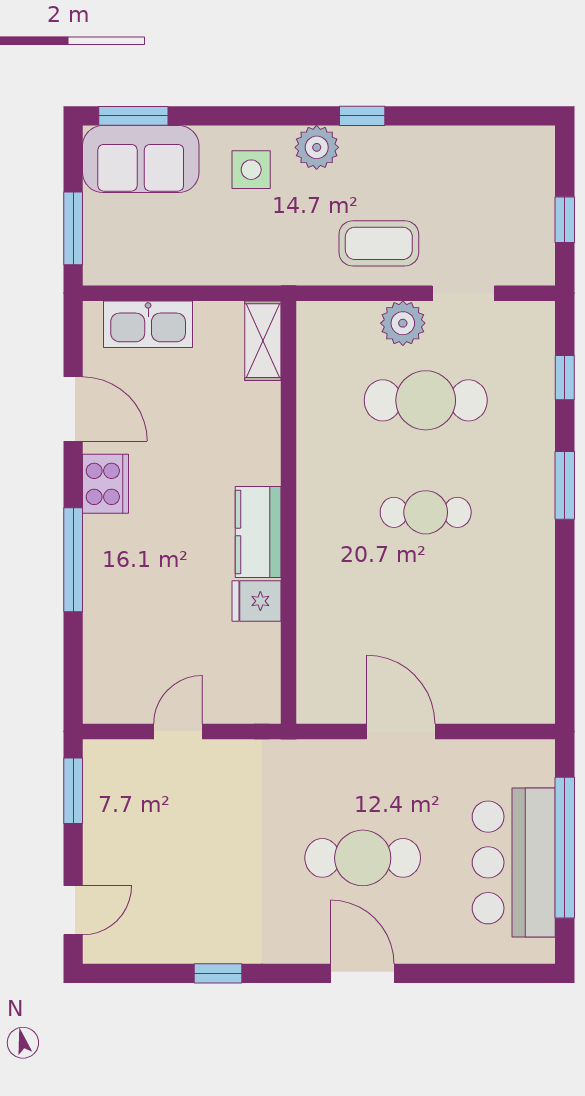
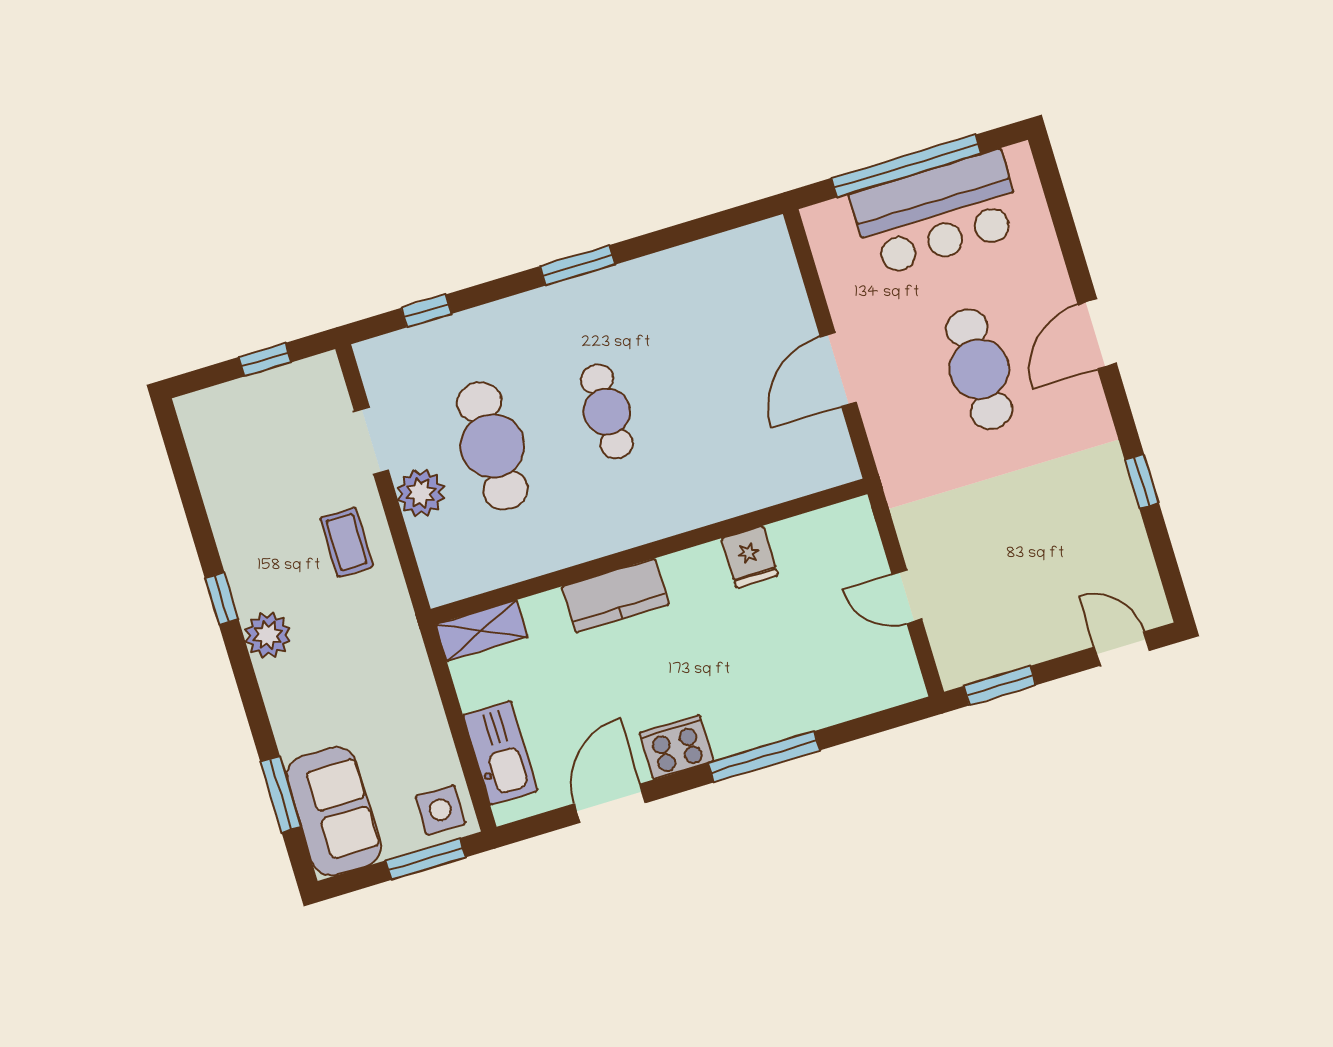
window: (133, 116) -> (281, 794), moved
side table: (251, 170) -> (440, 810), moved
coffee table: (379, 243) -> (347, 542), width x0.73, depth x0.77
window: (565, 485) -> (577, 265), moved
kitchen counter: (258, 532) -> (616, 596), moved

